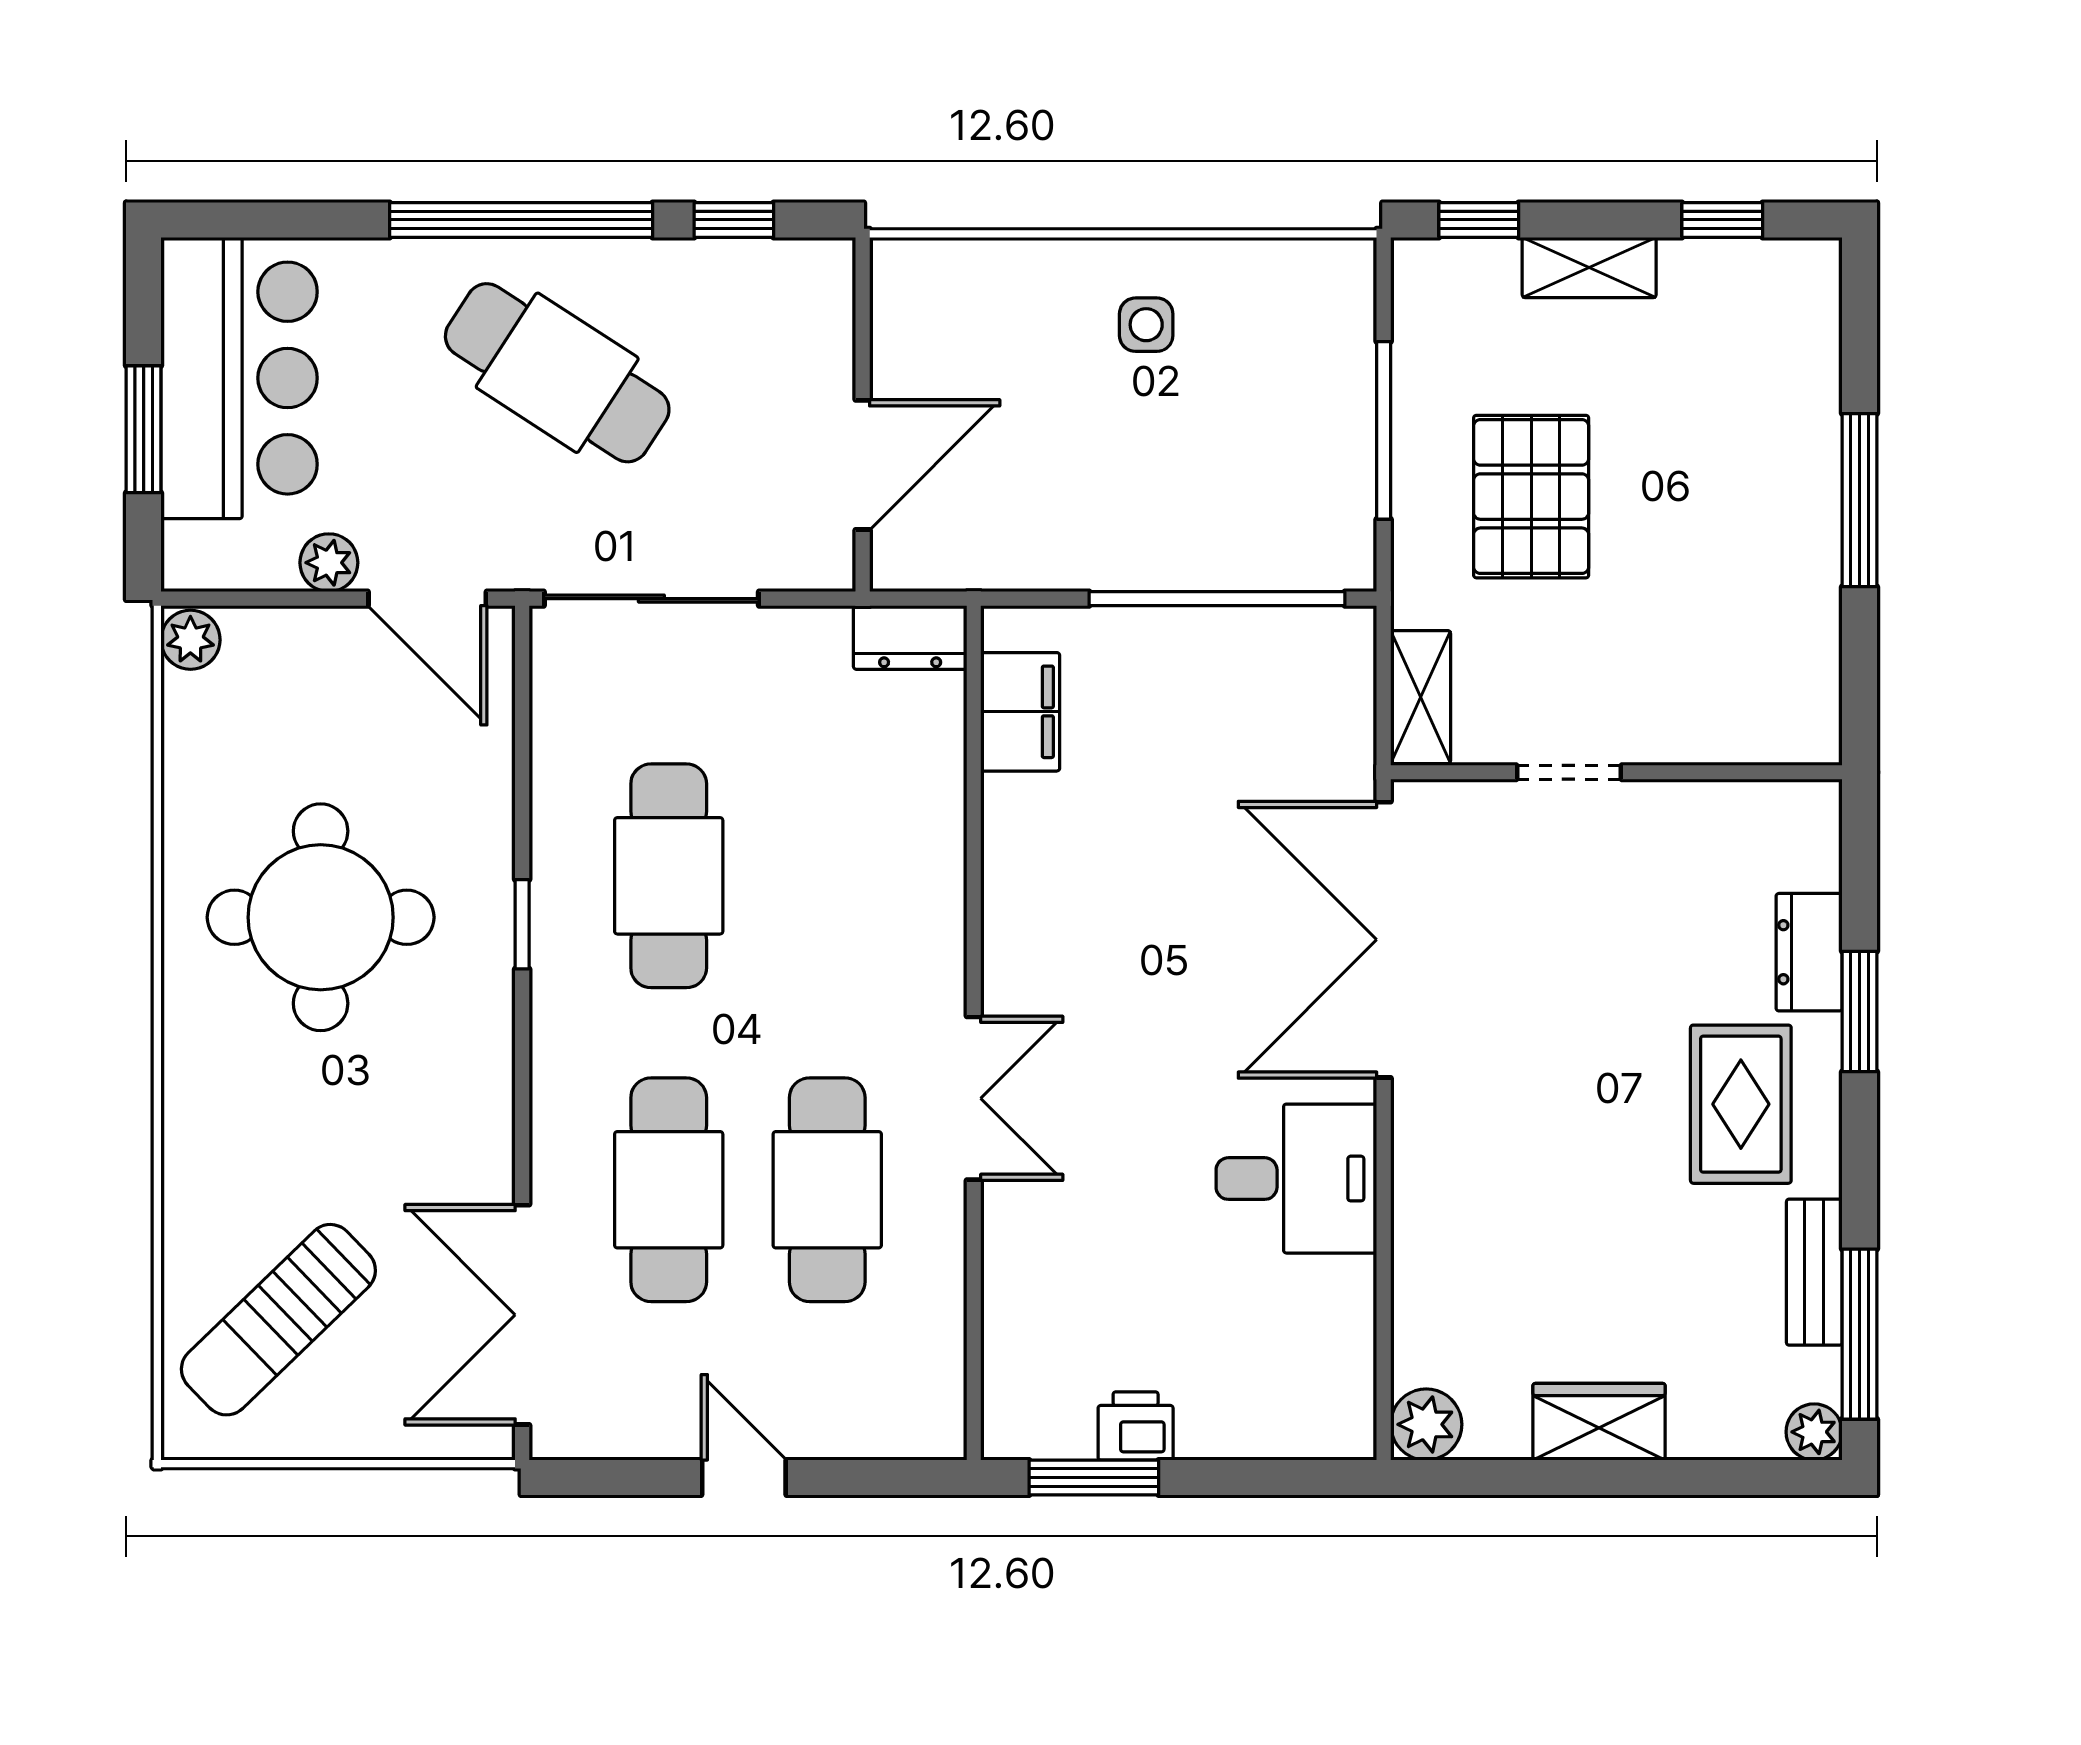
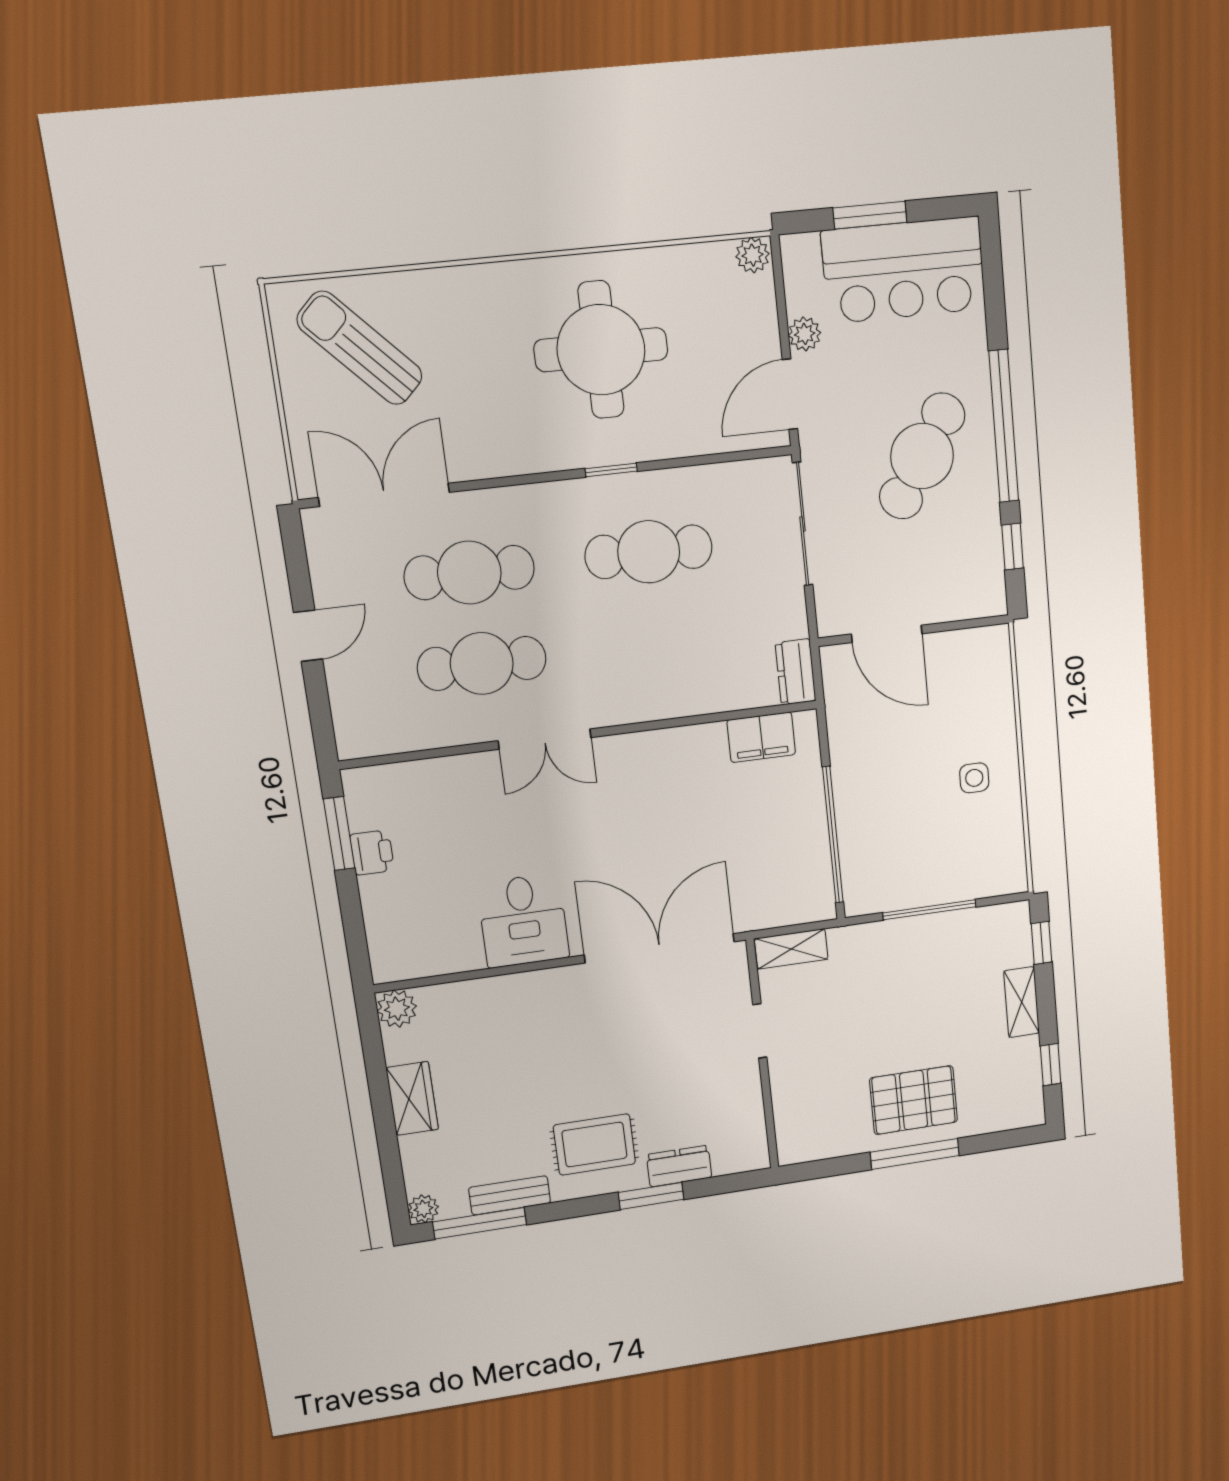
pallet: (1531, 497) -> (914, 1100), moved

